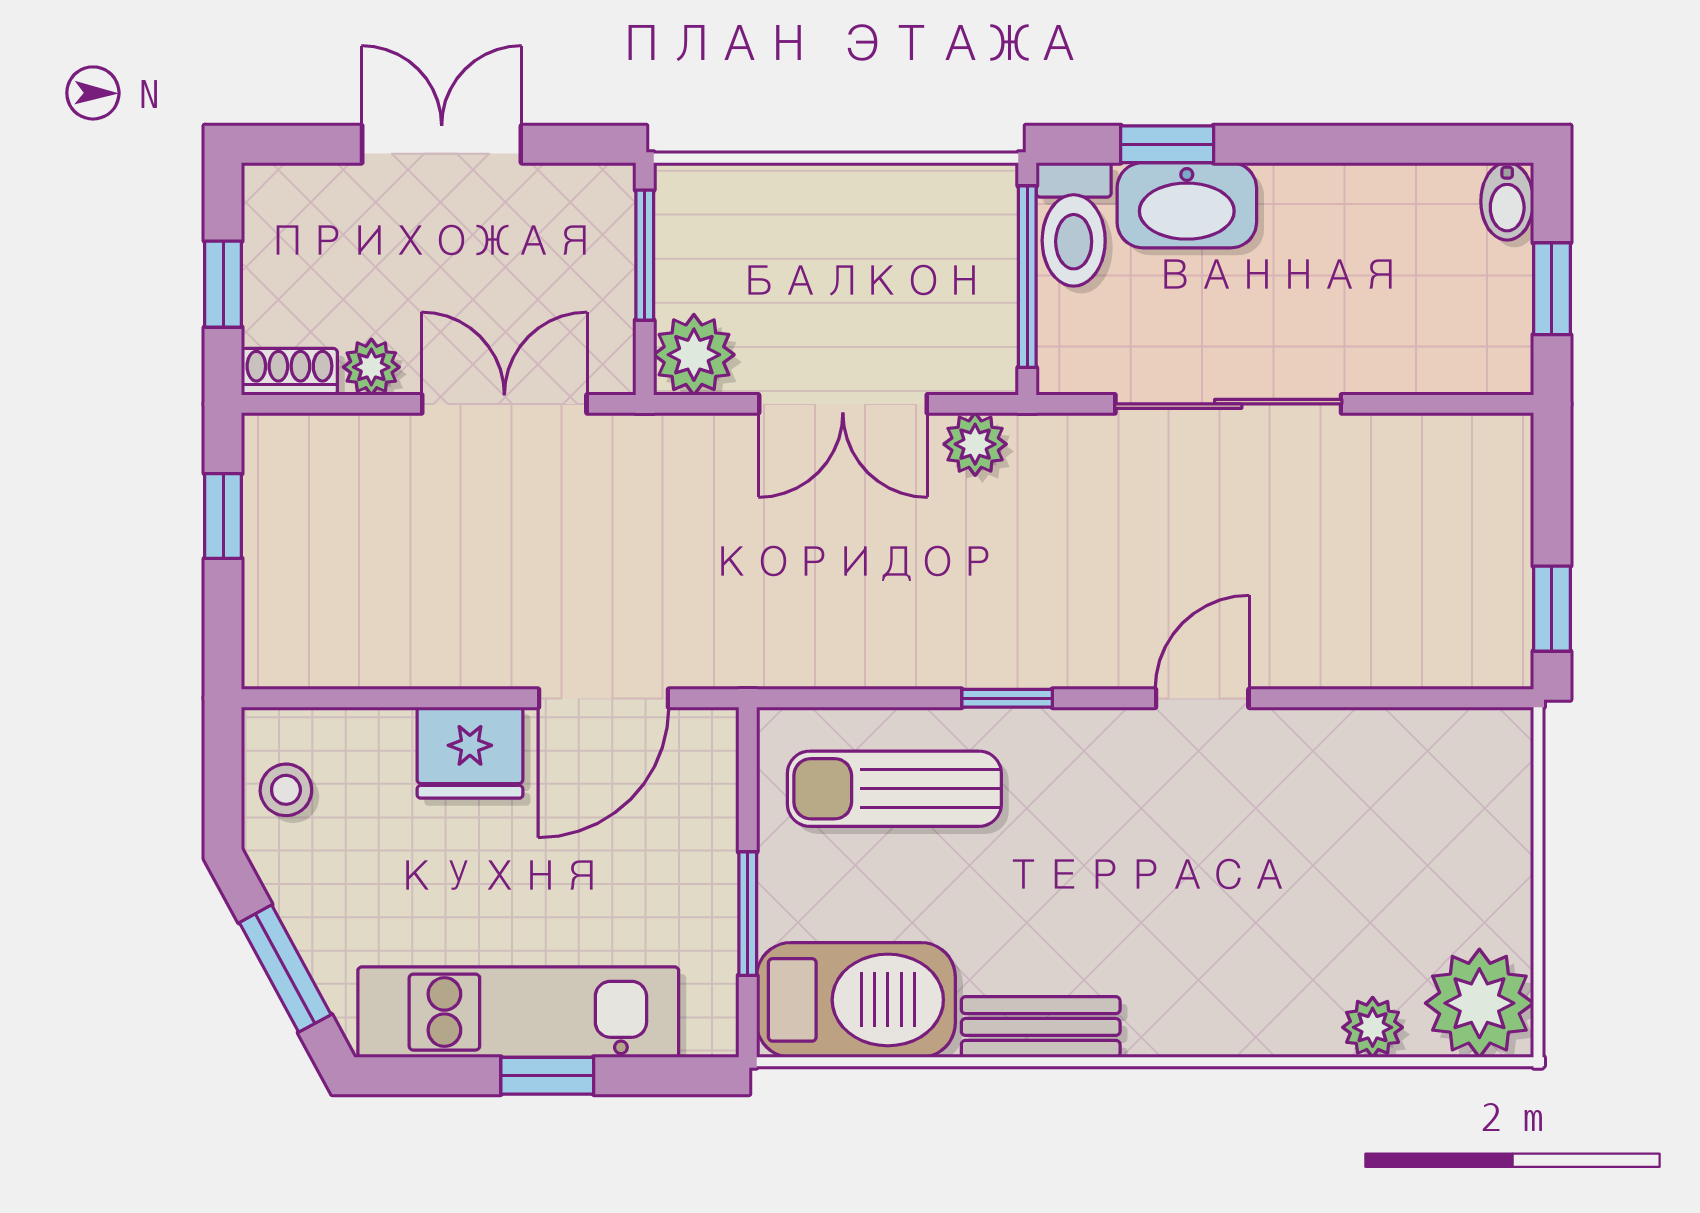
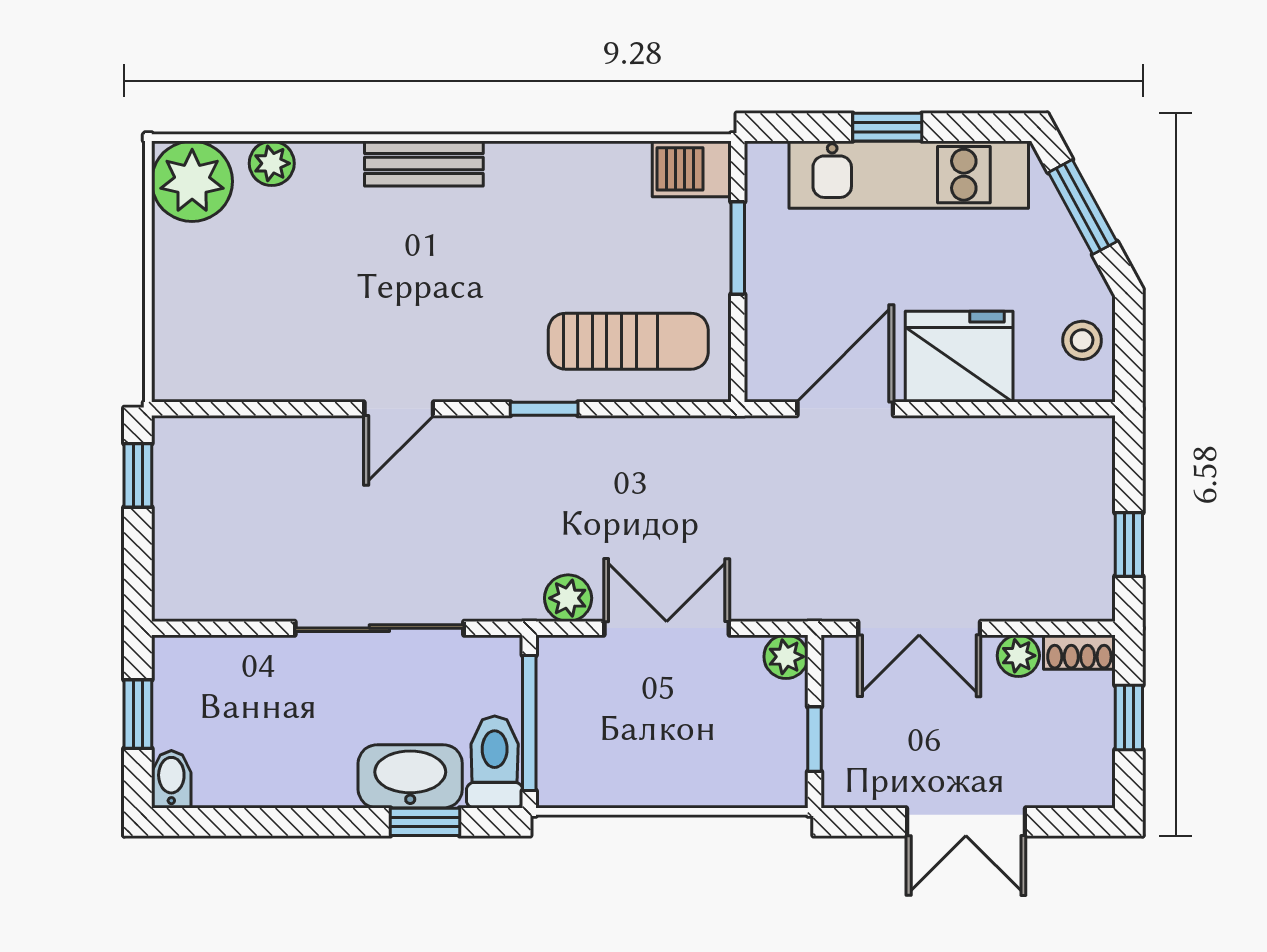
window: (645, 255) -> (814, 739), width x0.67
plant: (694, 355) -> (786, 657), width x0.73, depth x0.73
fridge: (470, 753) -> (959, 357), width x1.36, depth x1.34
barbecue: (856, 1000) -> (692, 169), width x0.53, depth x0.65
bench: (1041, 1027) -> (424, 164), moved

